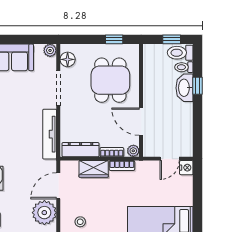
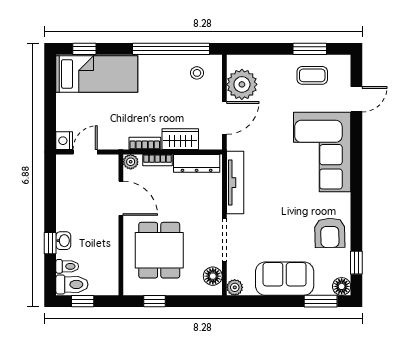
washbasin: (184, 88) -> (63, 241), width x0.52, depth x0.69

